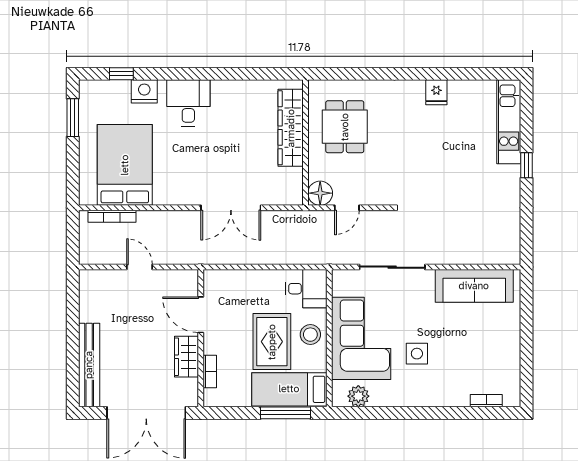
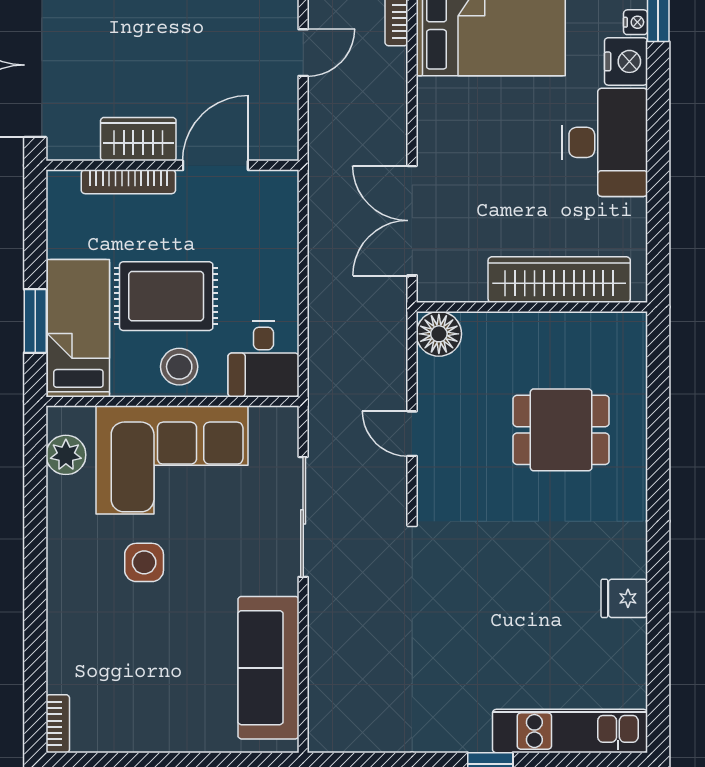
nightstand: (123, 86) -> (636, 22), added
desk: (188, 103) -> (605, 142), width x1.37
wardrobe: (291, 128) -> (559, 280), moved
wall: (306, 143) -> (532, 307), moved
floor lamp: (320, 193) -> (439, 334), moved
bookcase: (210, 371) -> (128, 182), width x1.56
bookcase: (486, 401) -> (58, 724), moved
window: (286, 413) -> (35, 321), width x0.69

